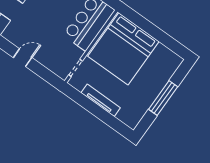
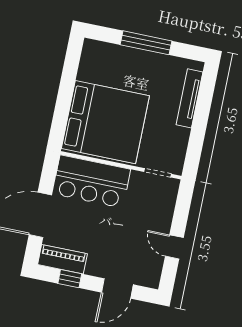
tv unit: (101, 100) -> (189, 98), moved

